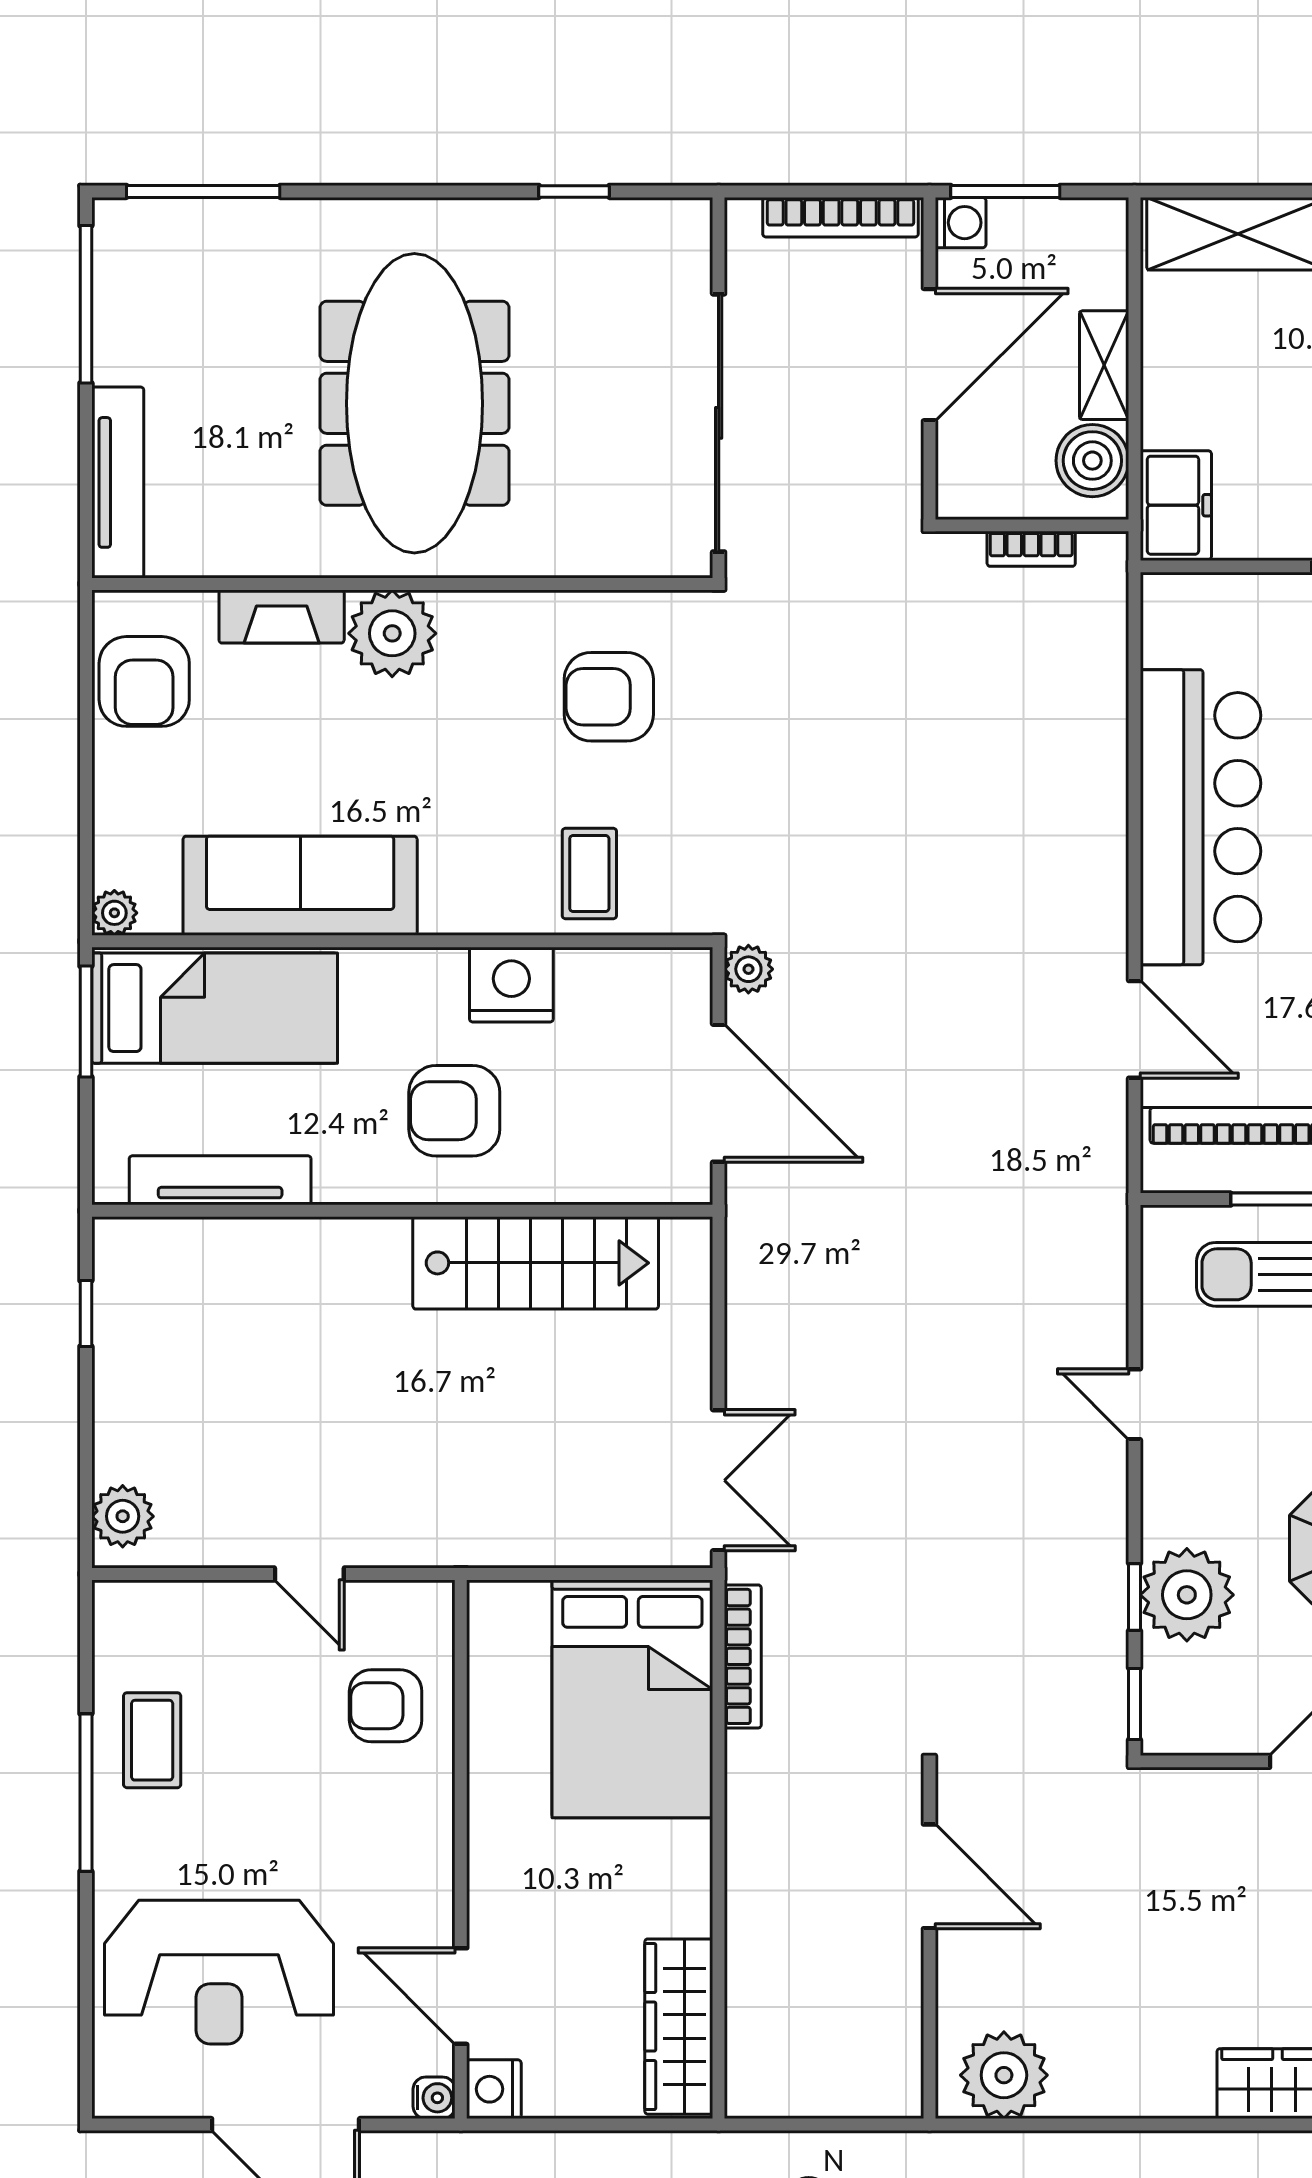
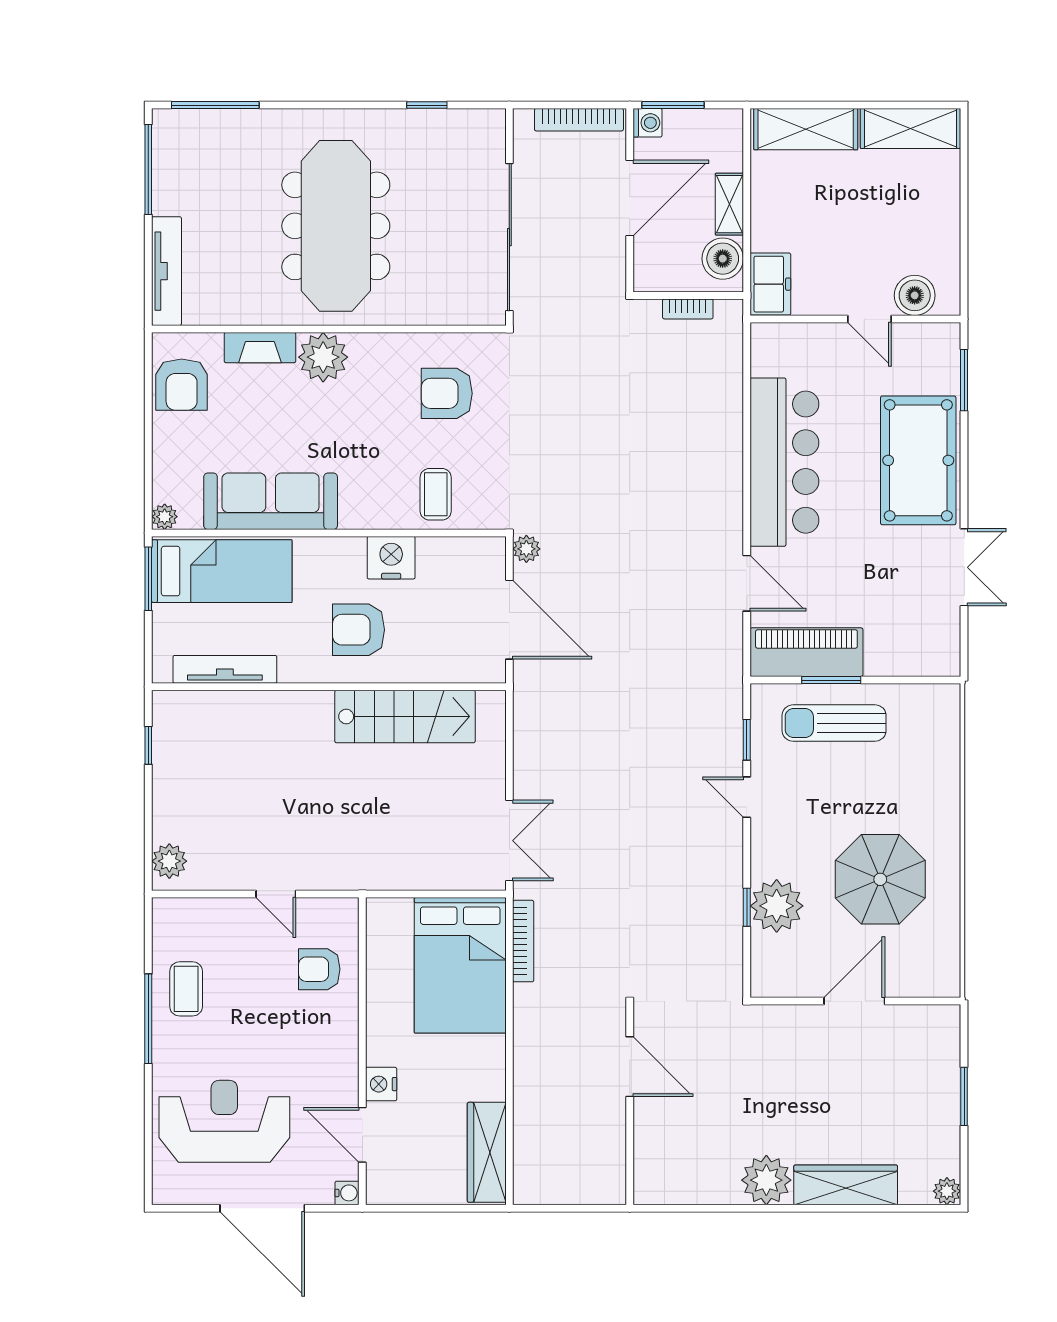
window: (1134, 1704) -> (747, 740), moved
reception desk: (219, 1972) -> (224, 1121), turned 180
plant: (1004, 2075) -> (766, 1180), moved
nightstand: (494, 2089) -> (381, 1084), moved

